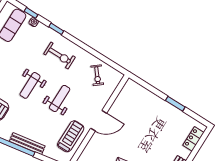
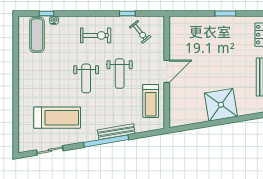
window: (56, 29) -> (127, 14), moved
weight bench: (60, 98) -> (120, 74), turned 180
treadmill: (71, 136) -> (151, 101), turned 180

